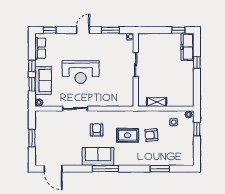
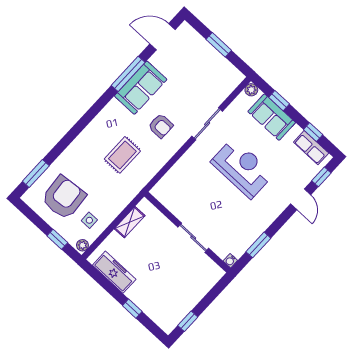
door: (83, 30) -> (301, 199), moved
freezer: (187, 47) -> (114, 272), moved
window: (32, 66) -> (313, 132), moved
reception desk: (81, 72) -> (242, 168), turned 90
armchair: (151, 135) -> (64, 198), moved, width x1.88, depth x1.88
sofa: (98, 156) -> (141, 88), moved
window: (105, 169) -> (128, 74), moved
window: (160, 169) -> (36, 174), moved

